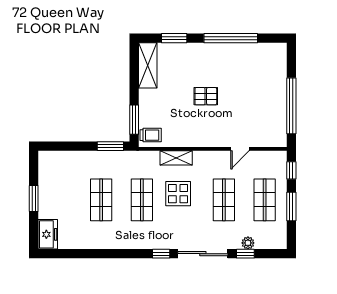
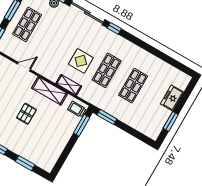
shelving: (148, 65) -> (50, 91), moved, turned 90
pallet: (206, 96) -> (26, 114), turned 90
window: (34, 199) -> (171, 121), moved
shop shelf: (224, 200) -> (54, 40), removed
freezer: (48, 234) -> (172, 98), moved

